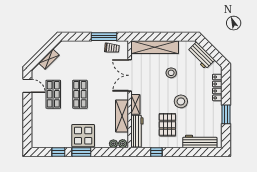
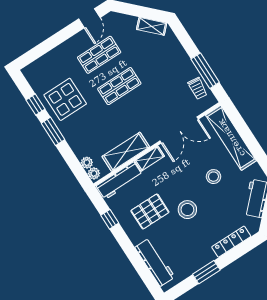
shelving: (49, 59) -> (152, 26), moved
double door: (130, 75) -> (179, 130), swing flipped
display table: (83, 136) -> (65, 99), moved

